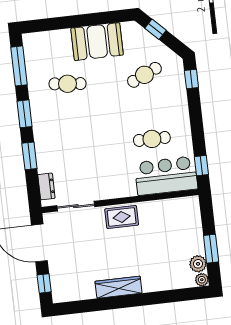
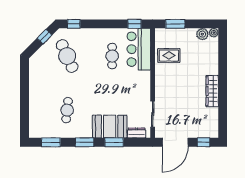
window: (155, 29) -> (45, 37), moved
booth: (97, 42) -> (110, 127), moved, turned 90
window: (19, 66) -> (51, 142), width x0.69
cafe table: (144, 75) -> (67, 56), width x1.37, depth x1.35
rug: (122, 217) -> (169, 55), moved, turned 90
window: (211, 249) -> (175, 24), moved

